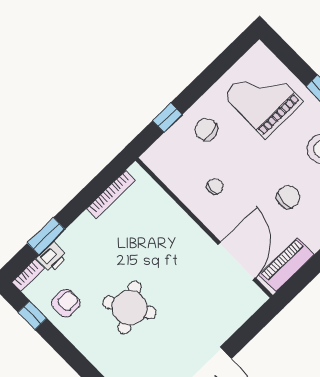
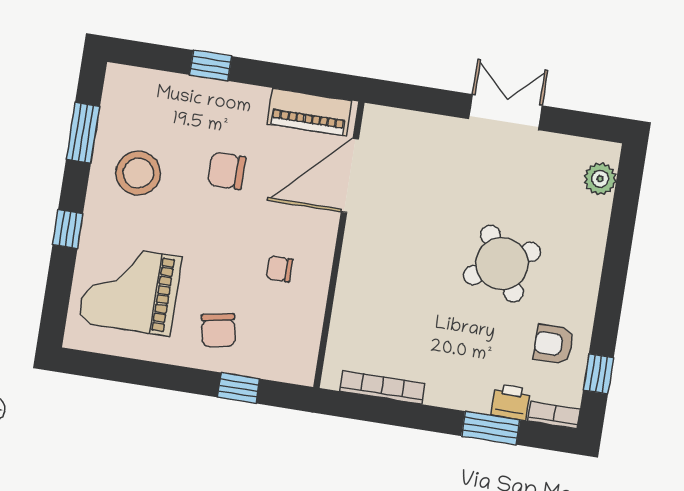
grand piano: (263, 99) -> (130, 290), turned 90

